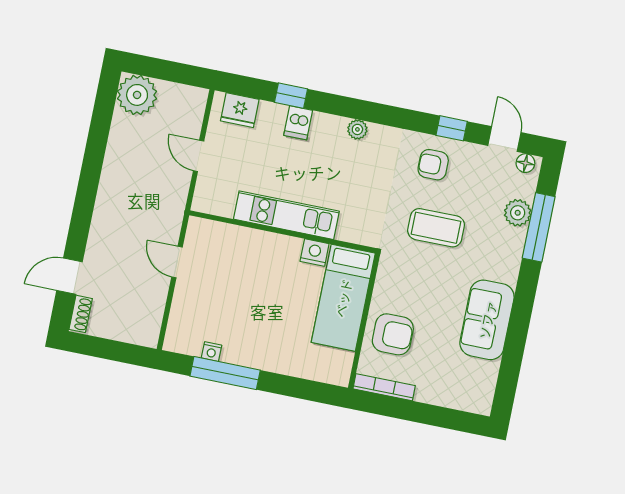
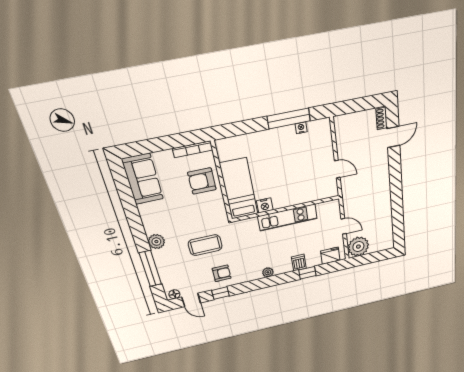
plant: (137, 95) -> (358, 247), moved
plant: (518, 213) -> (156, 242), moved
sofa: (487, 320) -> (143, 179), moved

